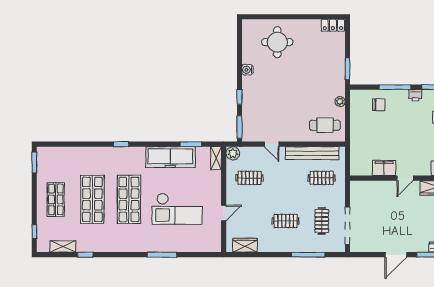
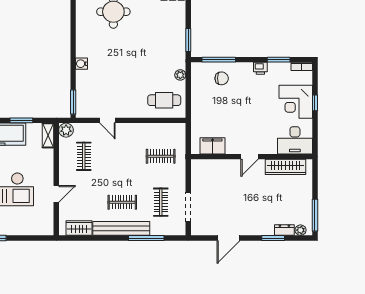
water cooler: (247, 70) -> (82, 64), moved
window: (395, 87) -> (219, 60), moved
window: (239, 97) -> (73, 70), removed
bench: (312, 153) -> (121, 228), moved
filing cabinet: (384, 168) -> (212, 146), moved
clothes rail: (250, 178) -> (84, 156), turned 90
doorway: (348, 226) -> (188, 207), width x0.73
door: (396, 255) -> (228, 238), moved

